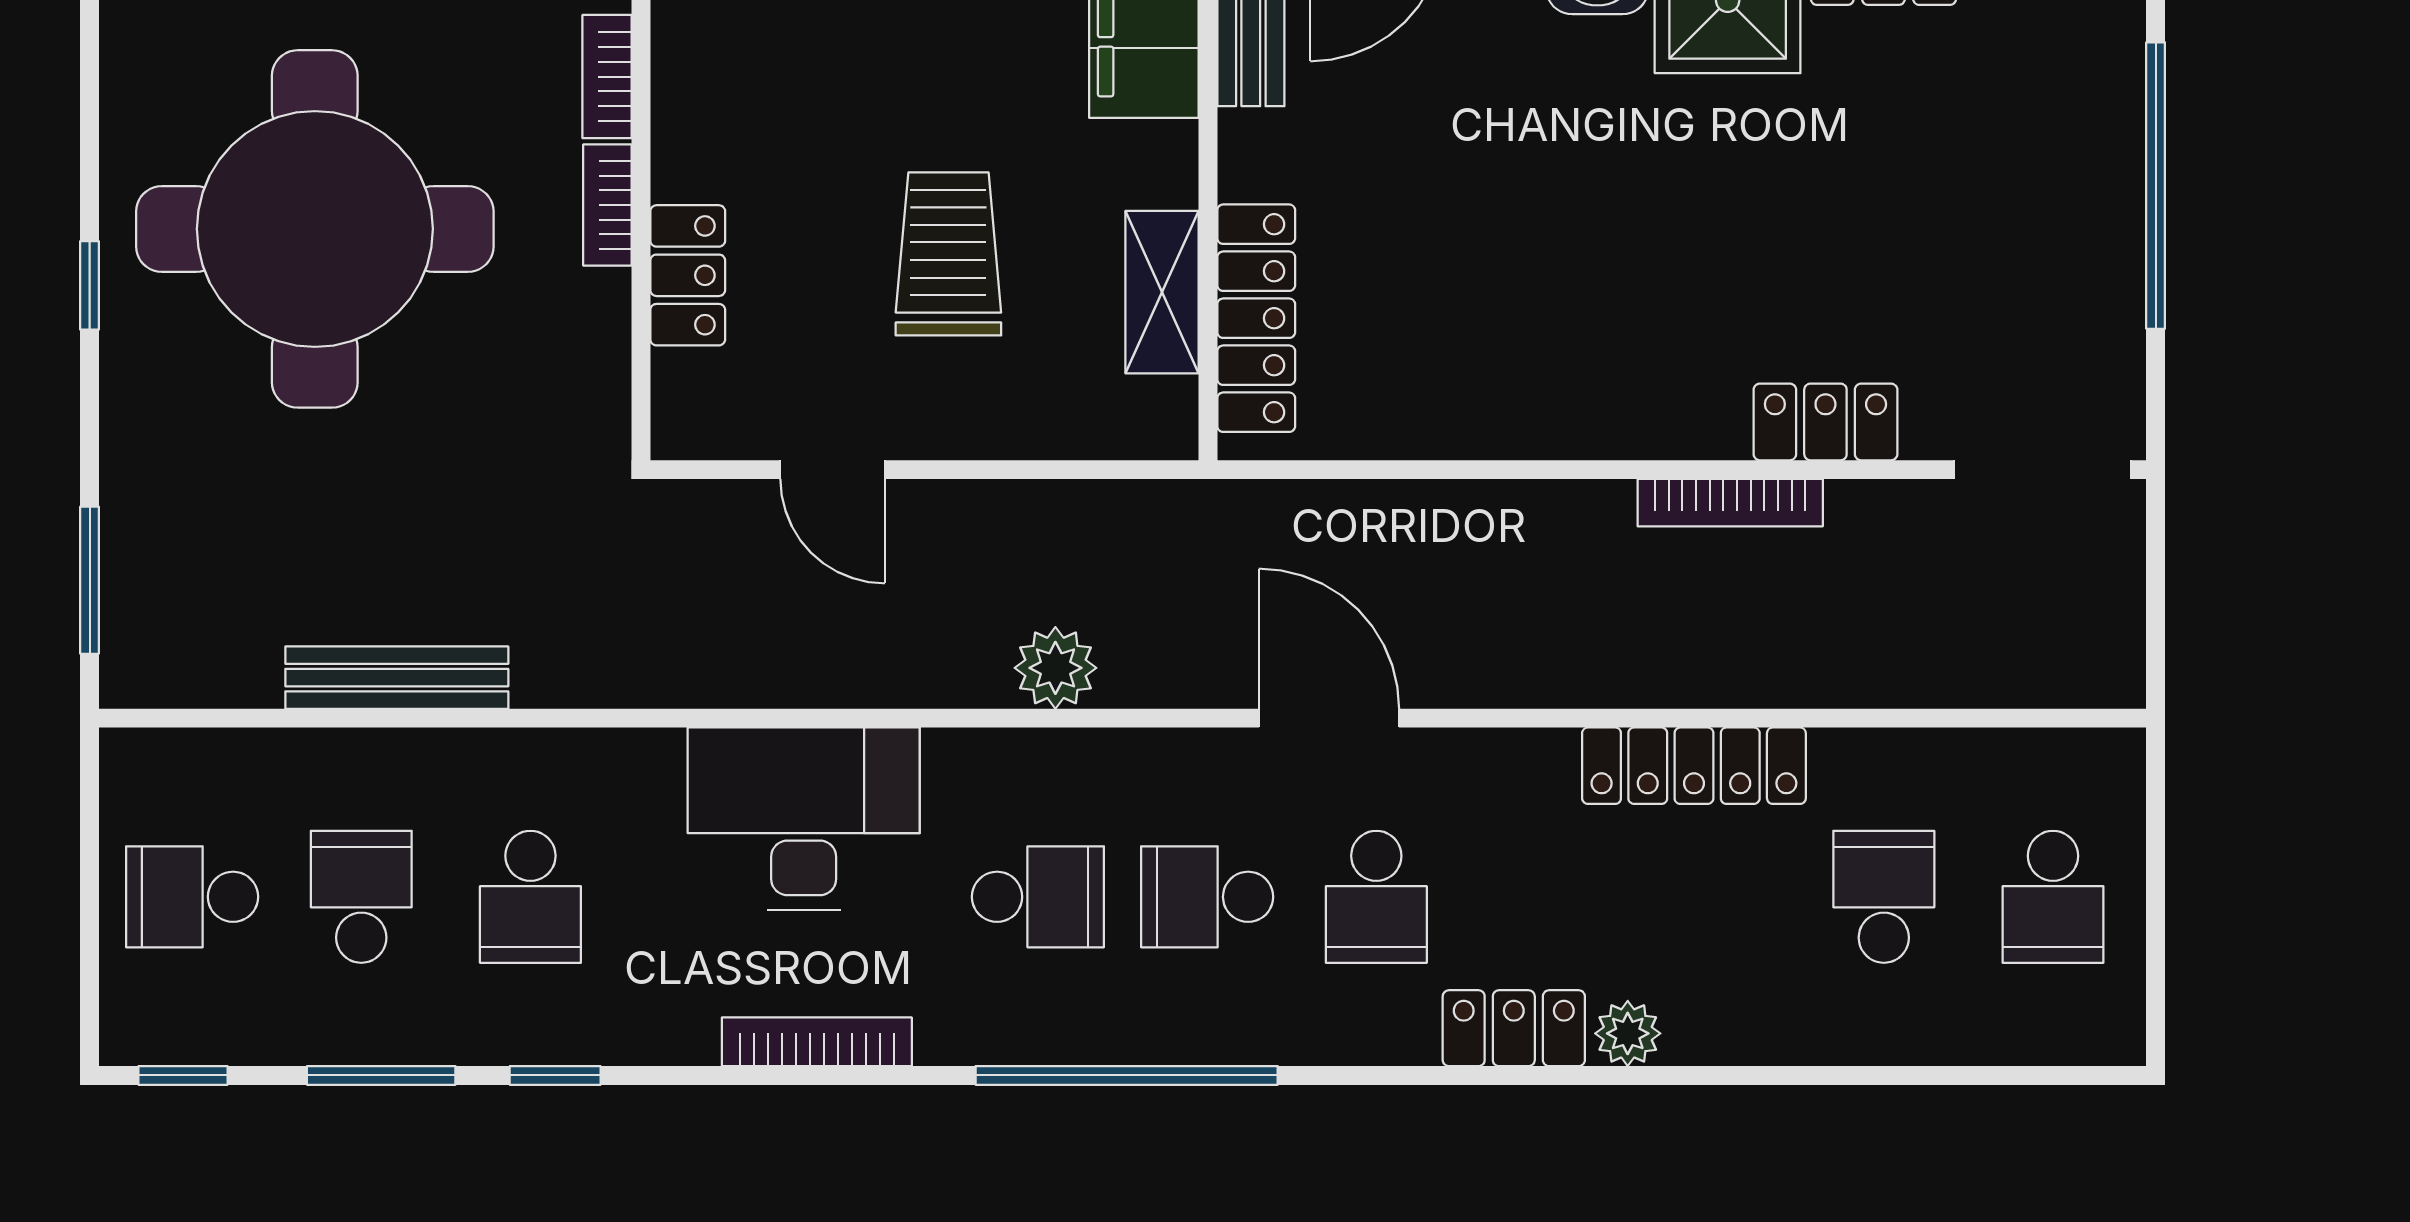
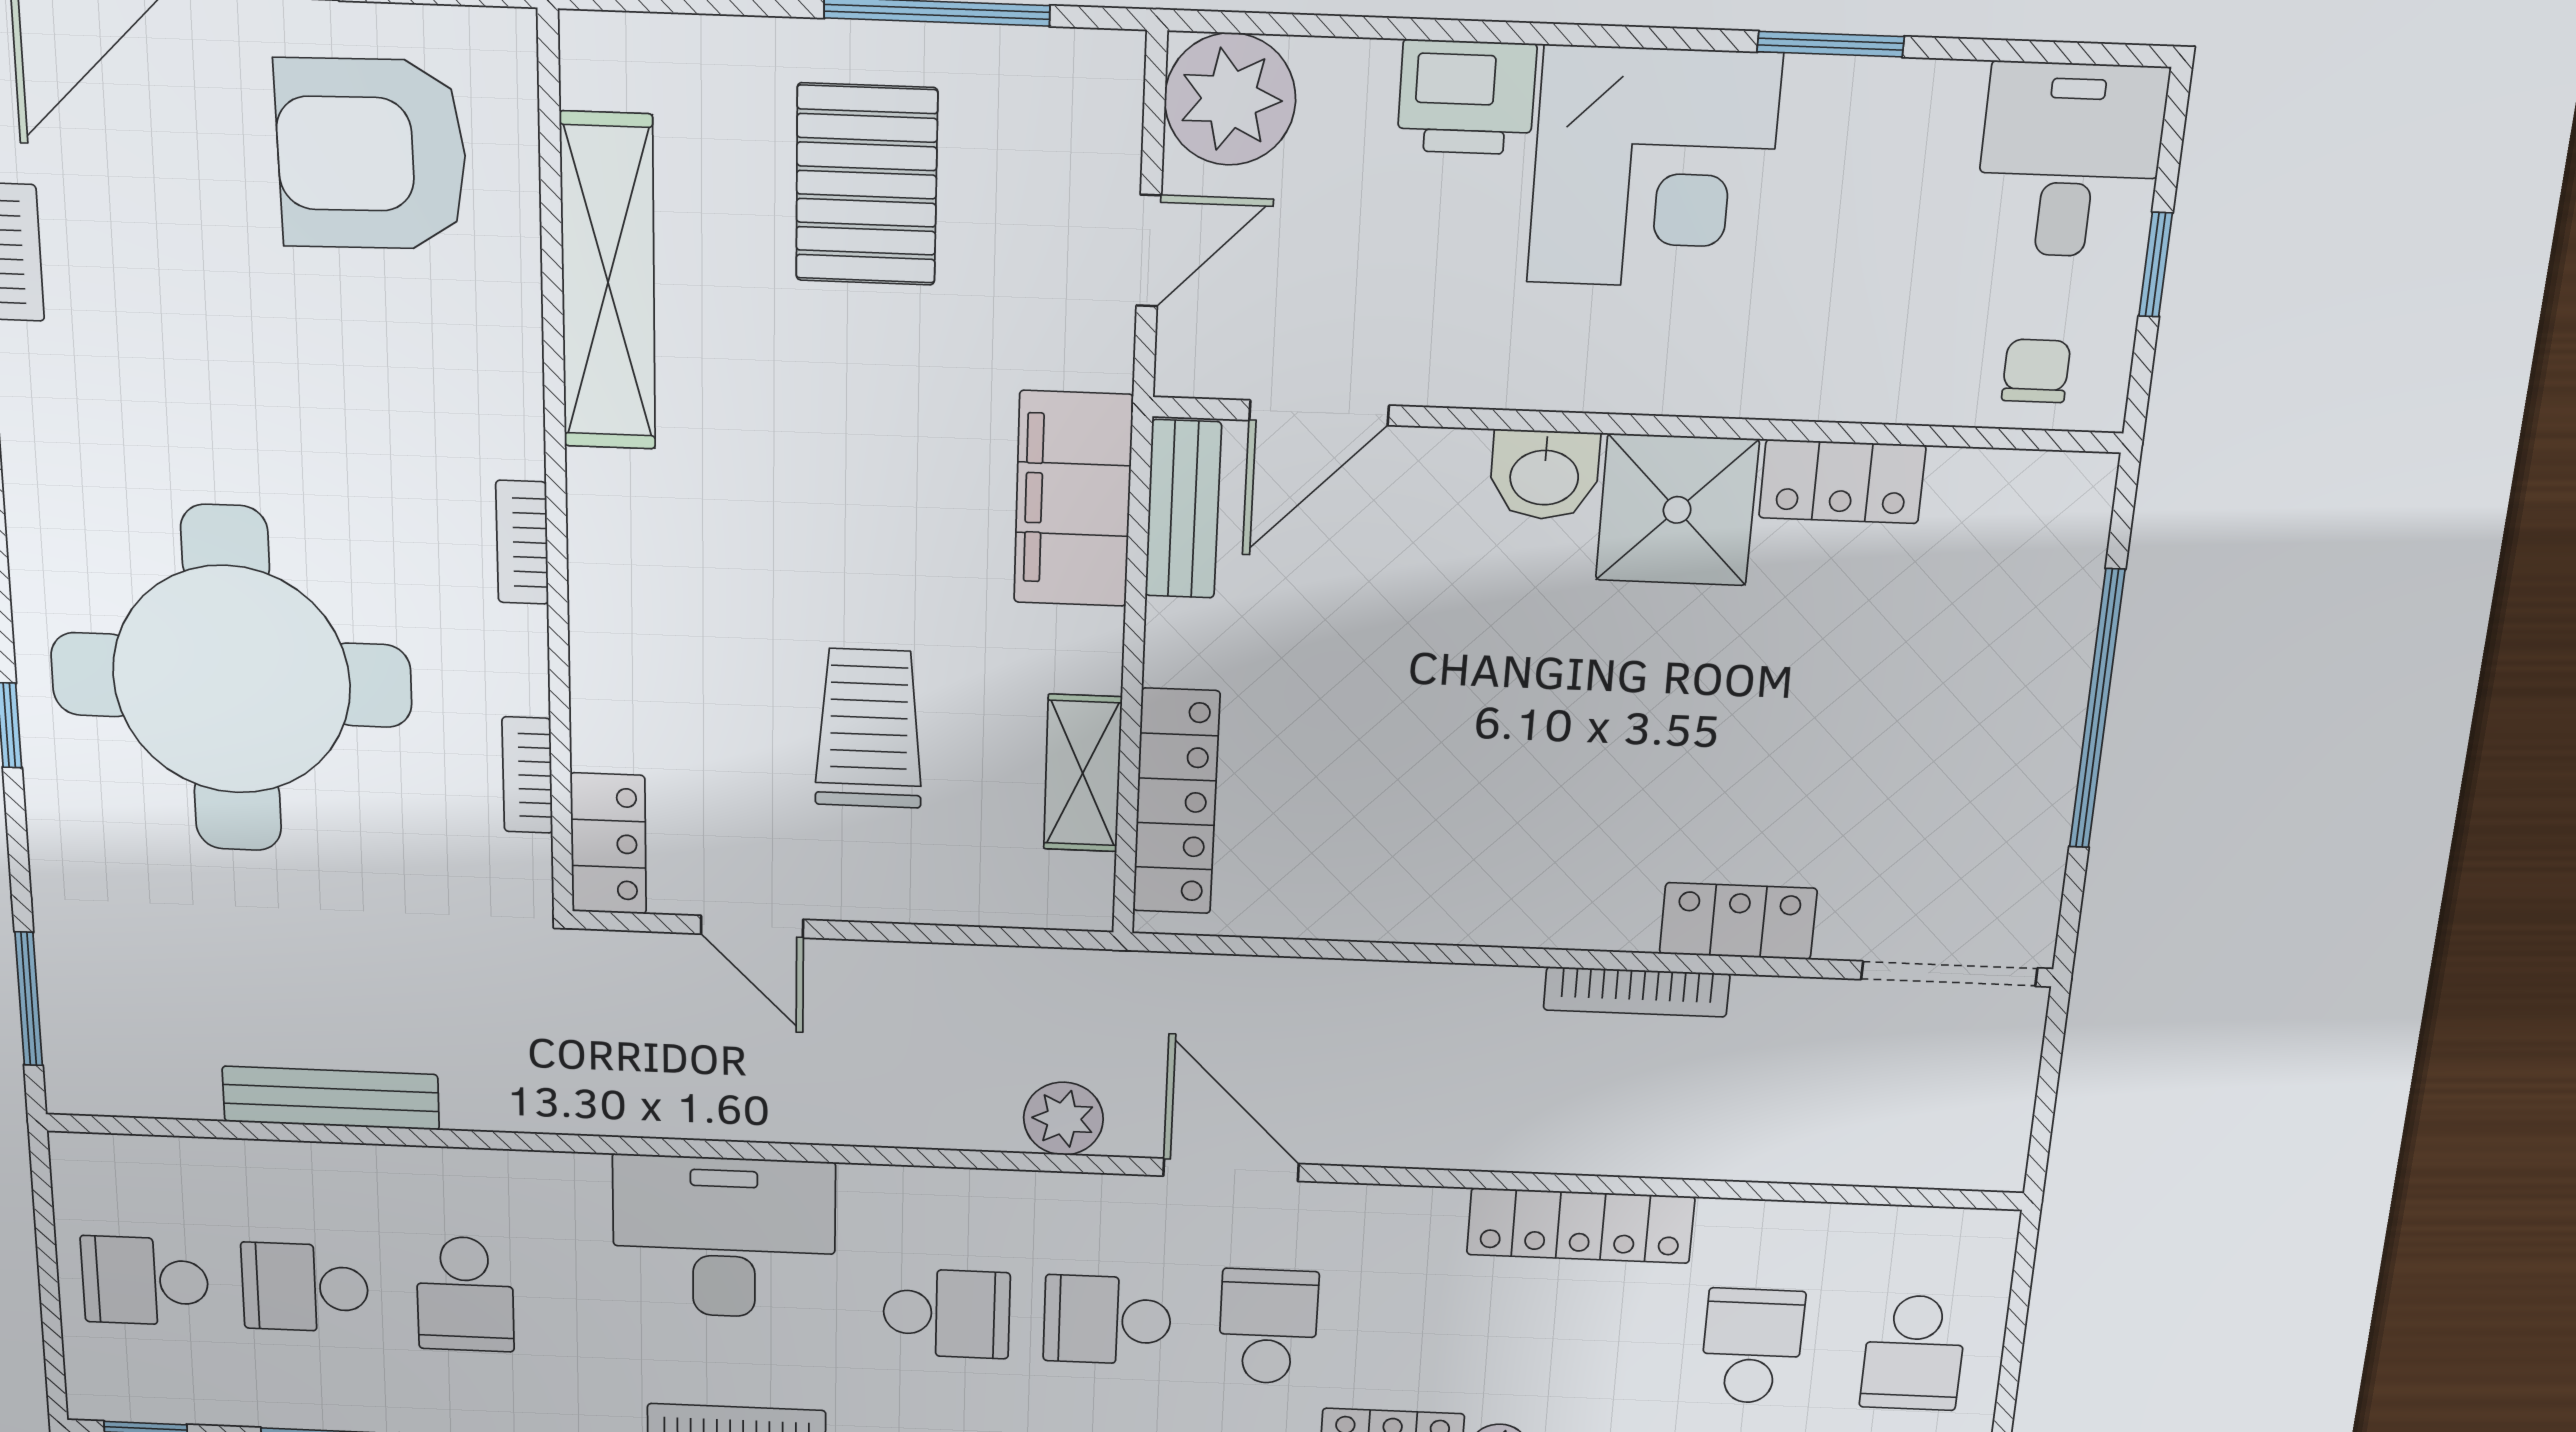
bookcase: (607, 205) -> (527, 775), moved
locker: (688, 275) -> (608, 844), moved
plant: (1055, 668) -> (1063, 1119), moved
school desk: (361, 897) -> (305, 1287), turned -90
school desk: (1376, 897) -> (1268, 1327), turned 180

